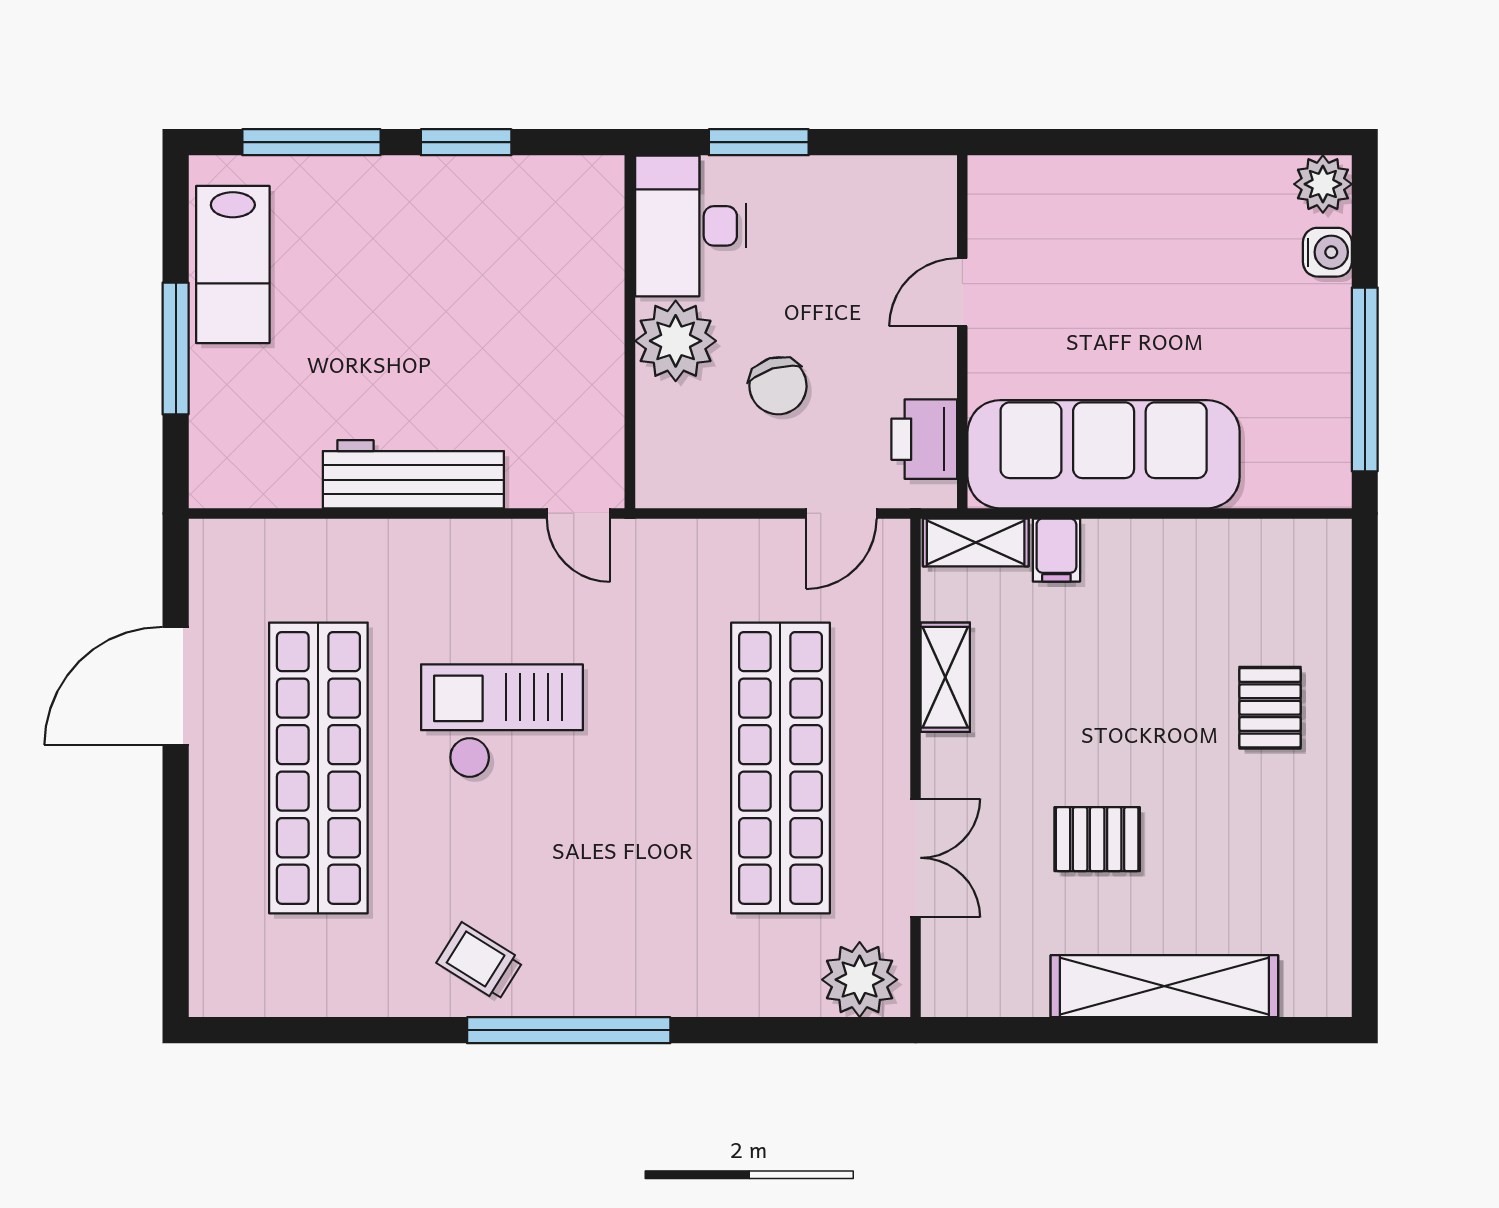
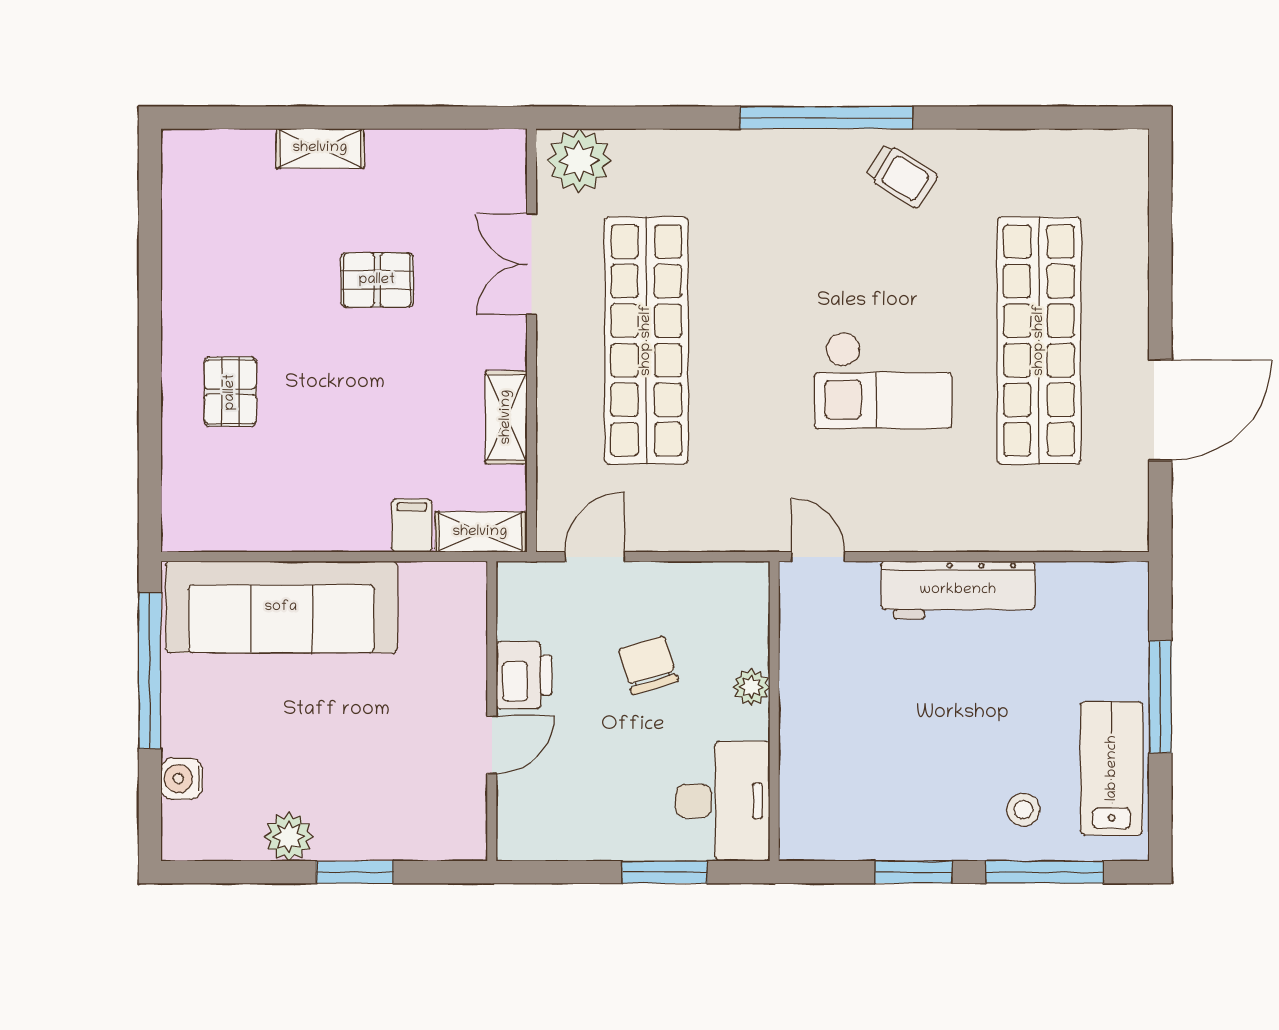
window: (1123, 142) -> (355, 872), added
plant: (1323, 184) -> (289, 837), moved
stool: (336, 216) -> (1023, 810), added
plant: (676, 341) -> (751, 687), width x0.53, depth x0.53
printer: (924, 439) -> (524, 675), moved
sofa: (1104, 454) -> (281, 607), moved
shelving: (1164, 986) -> (320, 148), width x0.45, depth x0.75

